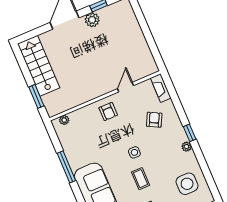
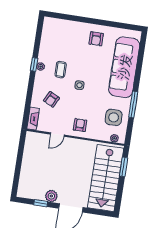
stairs: (39, 66) -> (106, 178), width x1.36, depth x1.51
window: (190, 133) -> (34, 64), moved
coffee table: (141, 179) -> (61, 70), moved
side table: (187, 184) -> (114, 117), moved

